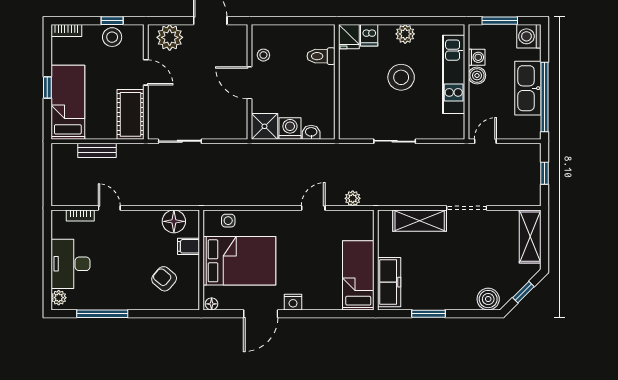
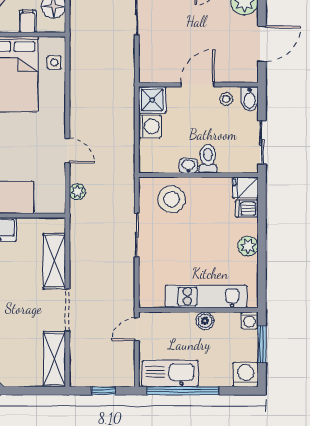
sliding door: (305, 21) -> (262, 142), added
bidet: (263, 33) -> (250, 99), added
toilet: (321, 56) -> (208, 159), moved
washing machine: (477, 57) -> (250, 320), moved
stool: (401, 77) -> (172, 199), moved
kitchen sink: (528, 88) -> (170, 373), moved
washbasin: (311, 132) -> (188, 166), moved, turned -90
door: (485, 141) -> (137, 329), swing flipped
shelving: (530, 237) -> (54, 359), moved, turned 90

